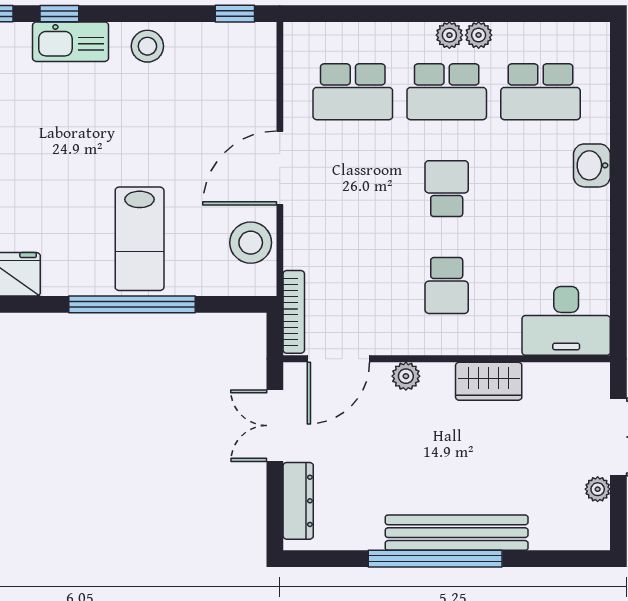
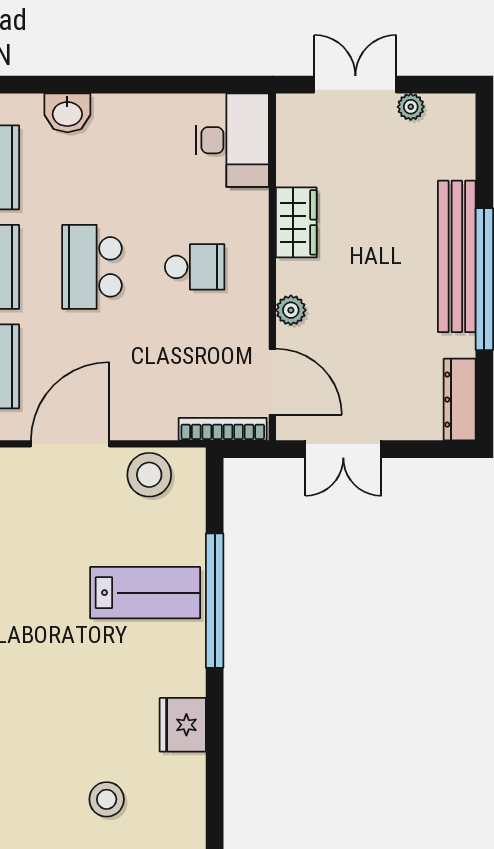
door: (280, 168) -> (70, 444), swing flipped
school desk: (447, 189) -> (92, 267), width x1.85
dresser: (298, 501) -> (460, 400), moved, turned -90

